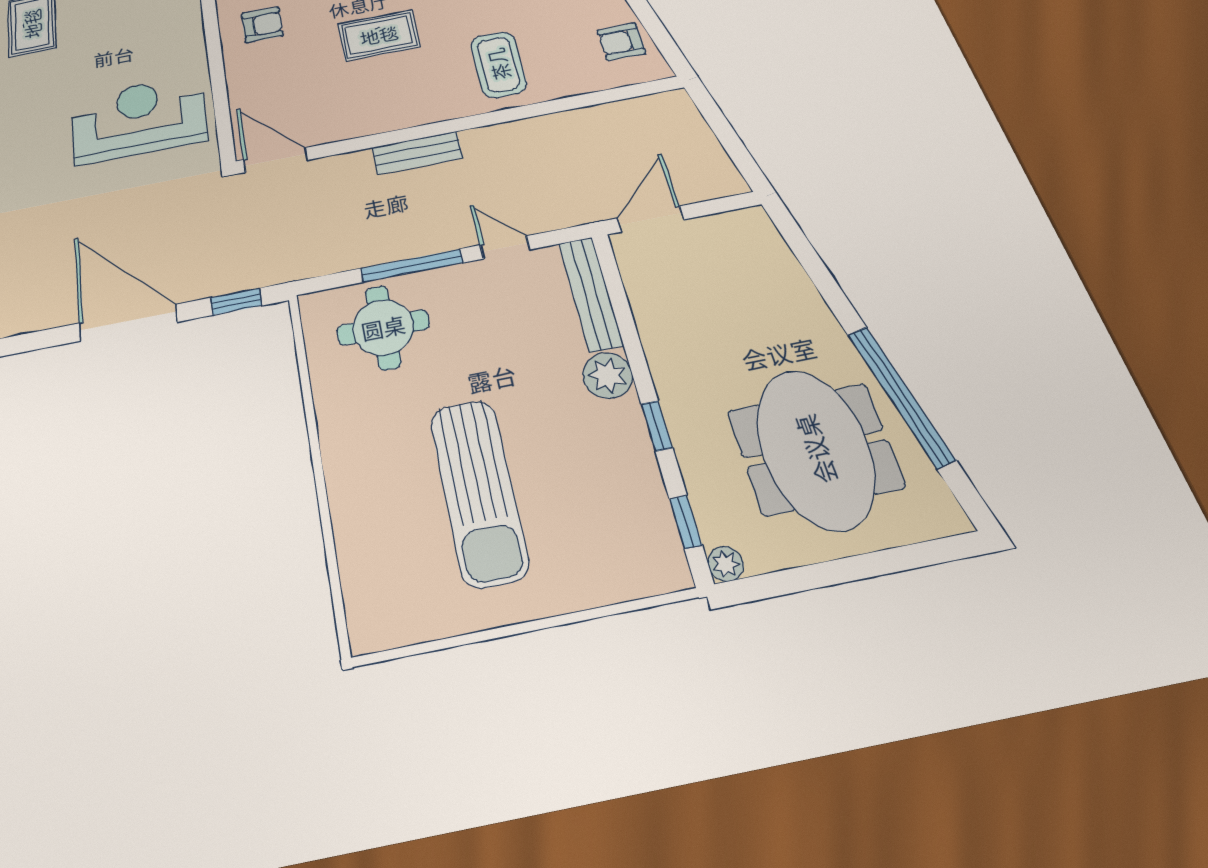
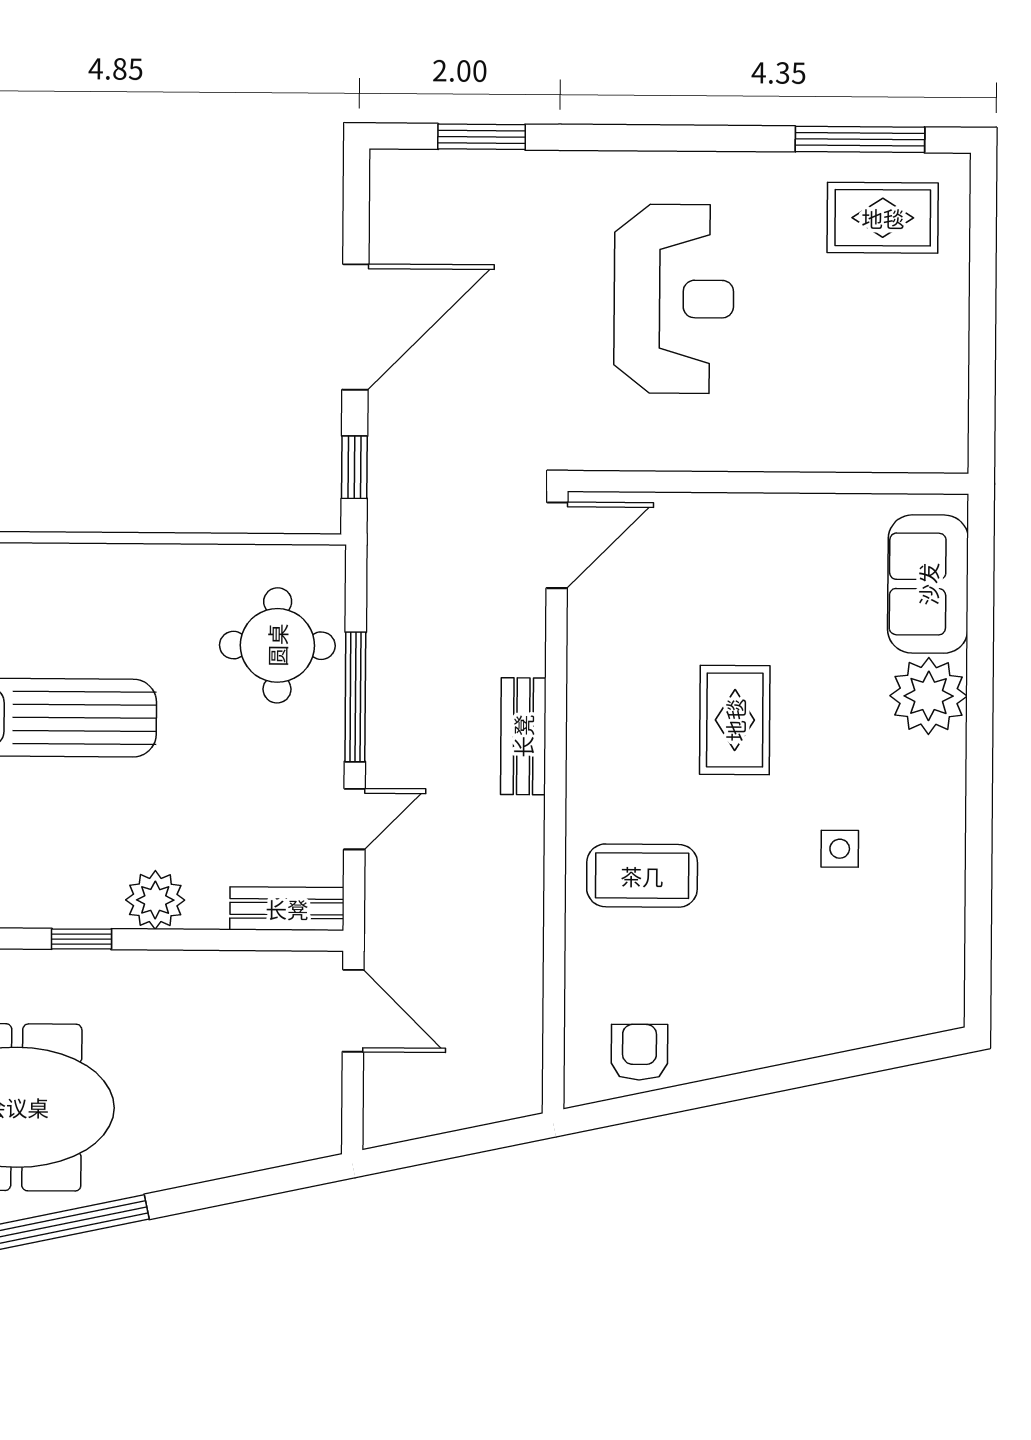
armchair: (262, 25) -> (796, 557), removed
reception desk: (139, 119) -> (674, 299), moved
bench: (591, 294) -> (287, 909), width x0.73

